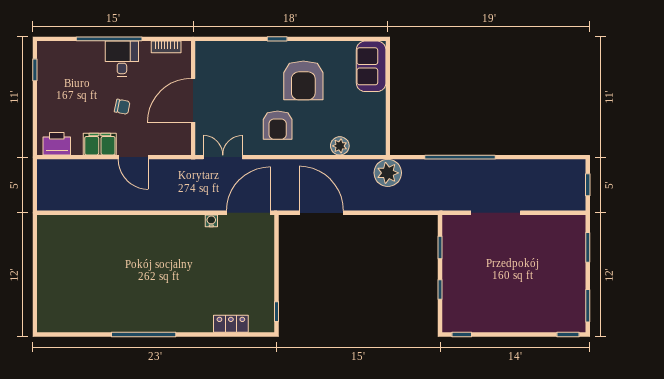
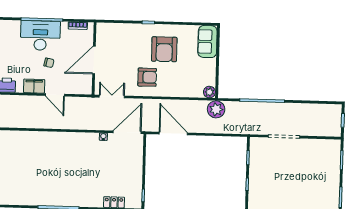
desk: (122, 59) -> (40, 36), width x1.87, depth x1.30
armchair: (278, 125) -> (147, 77), turned -90
plant: (340, 146) -> (209, 92), moved

